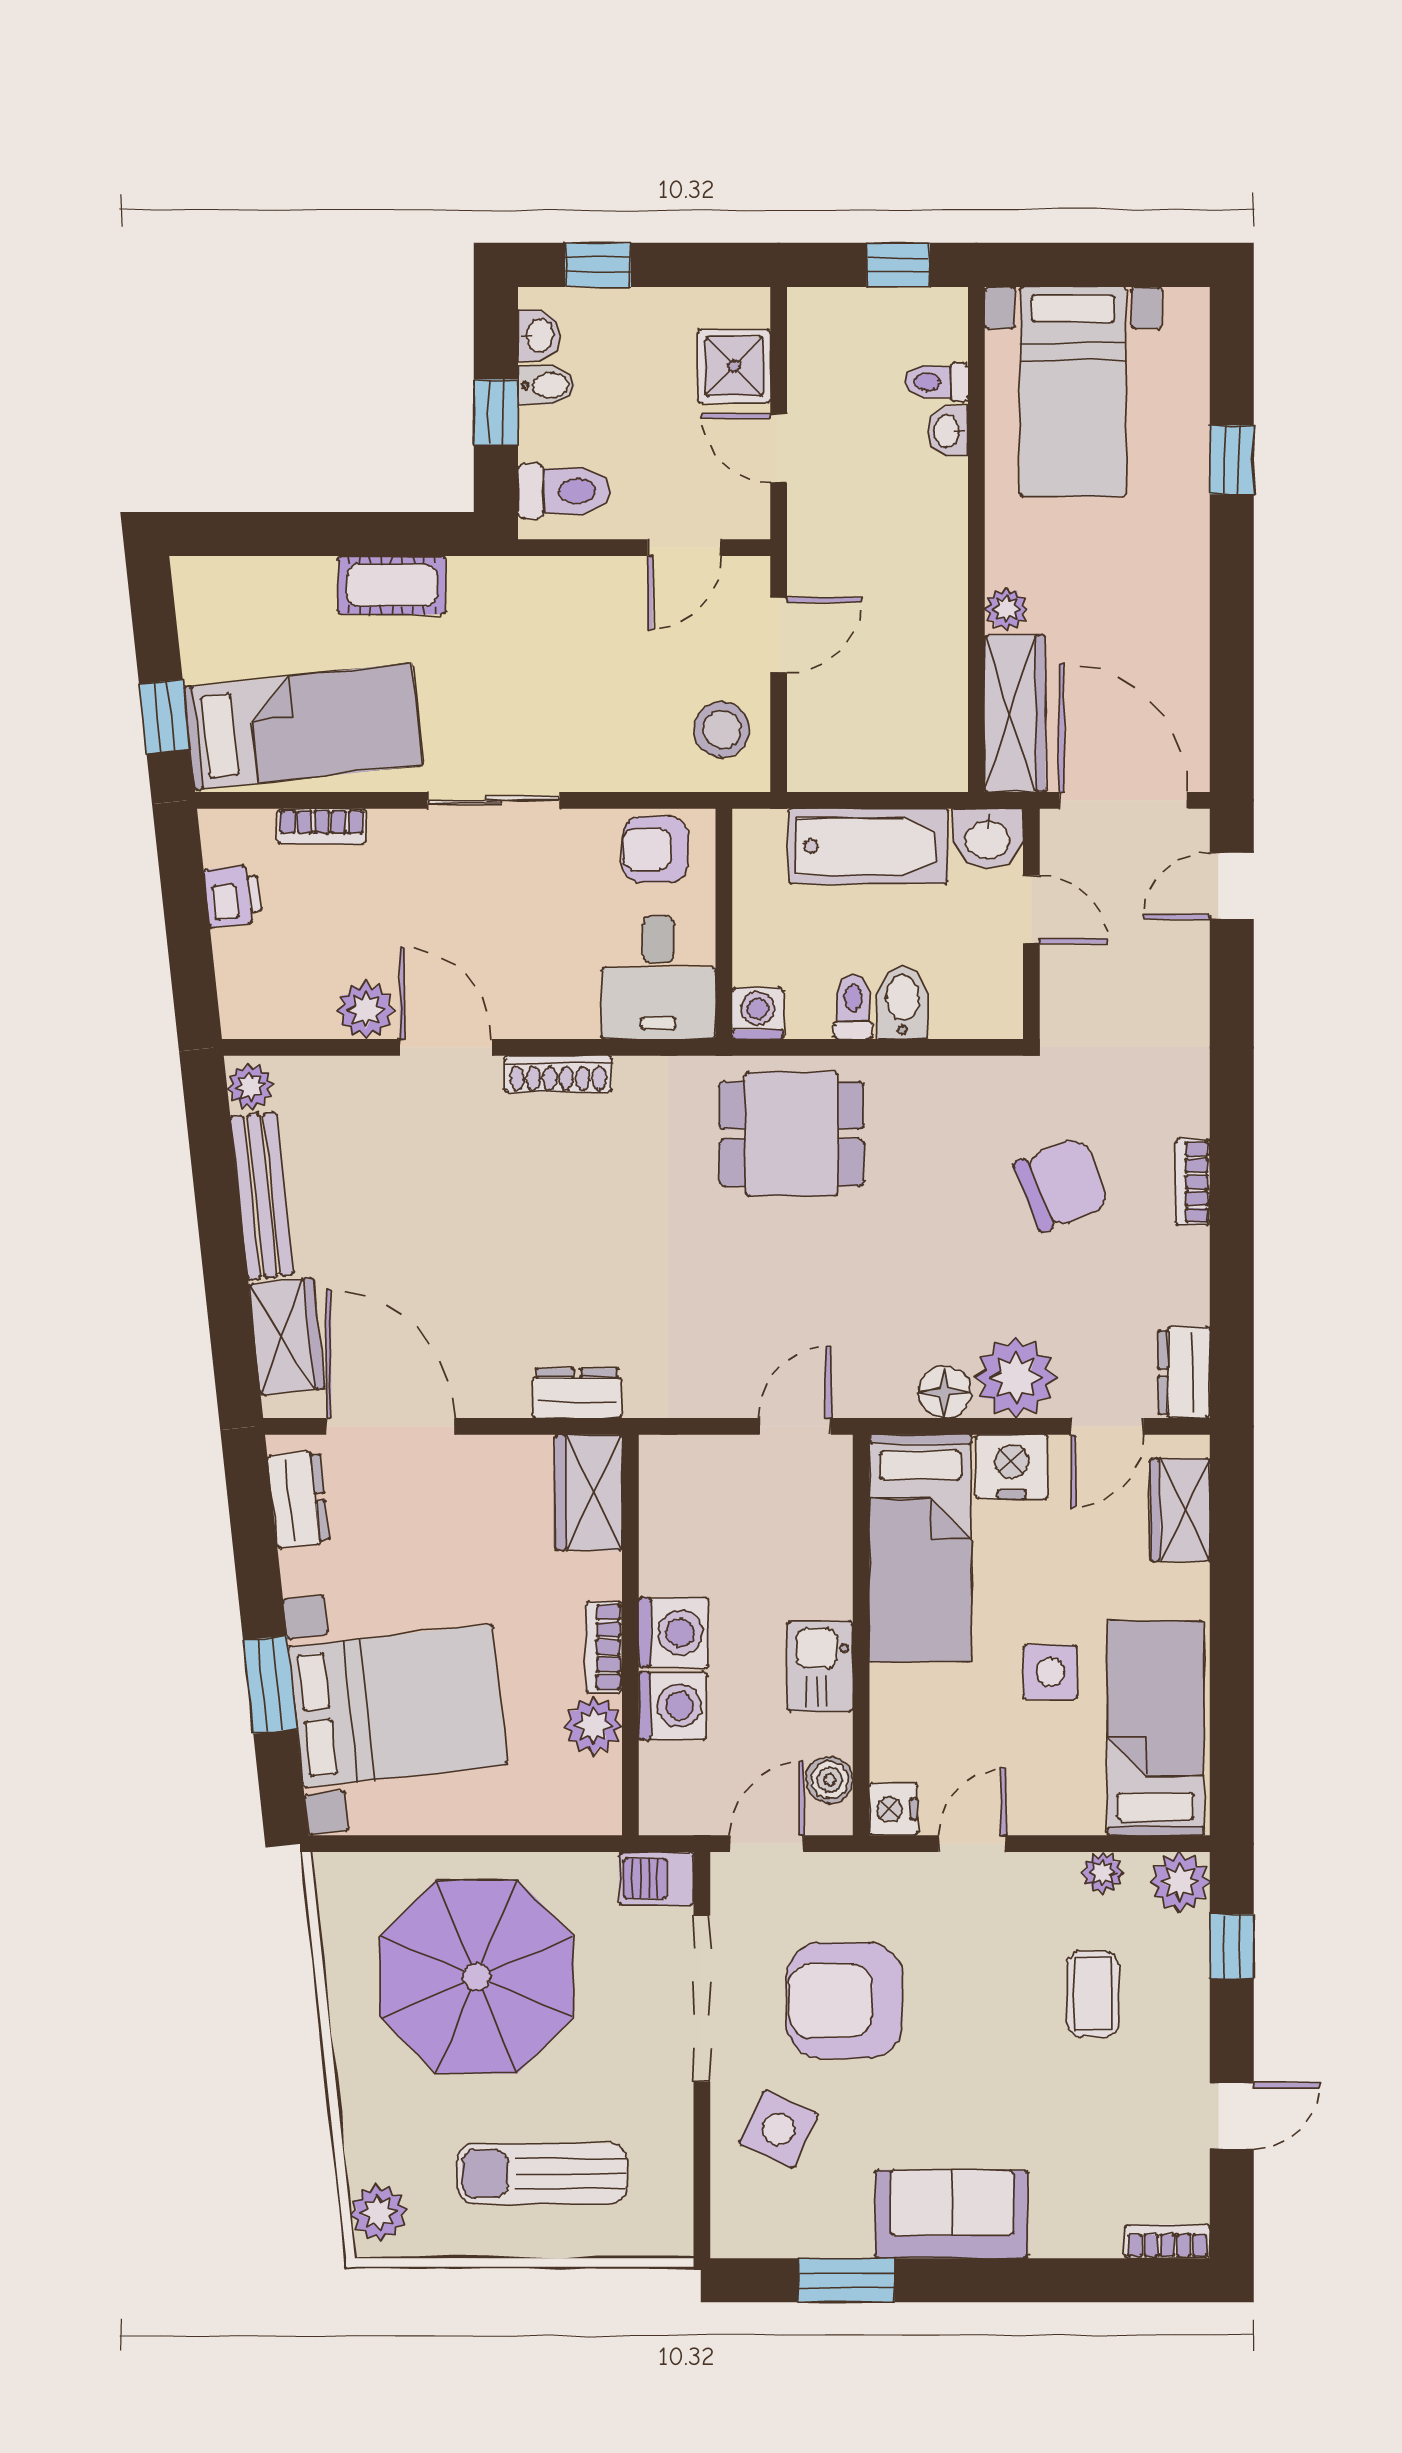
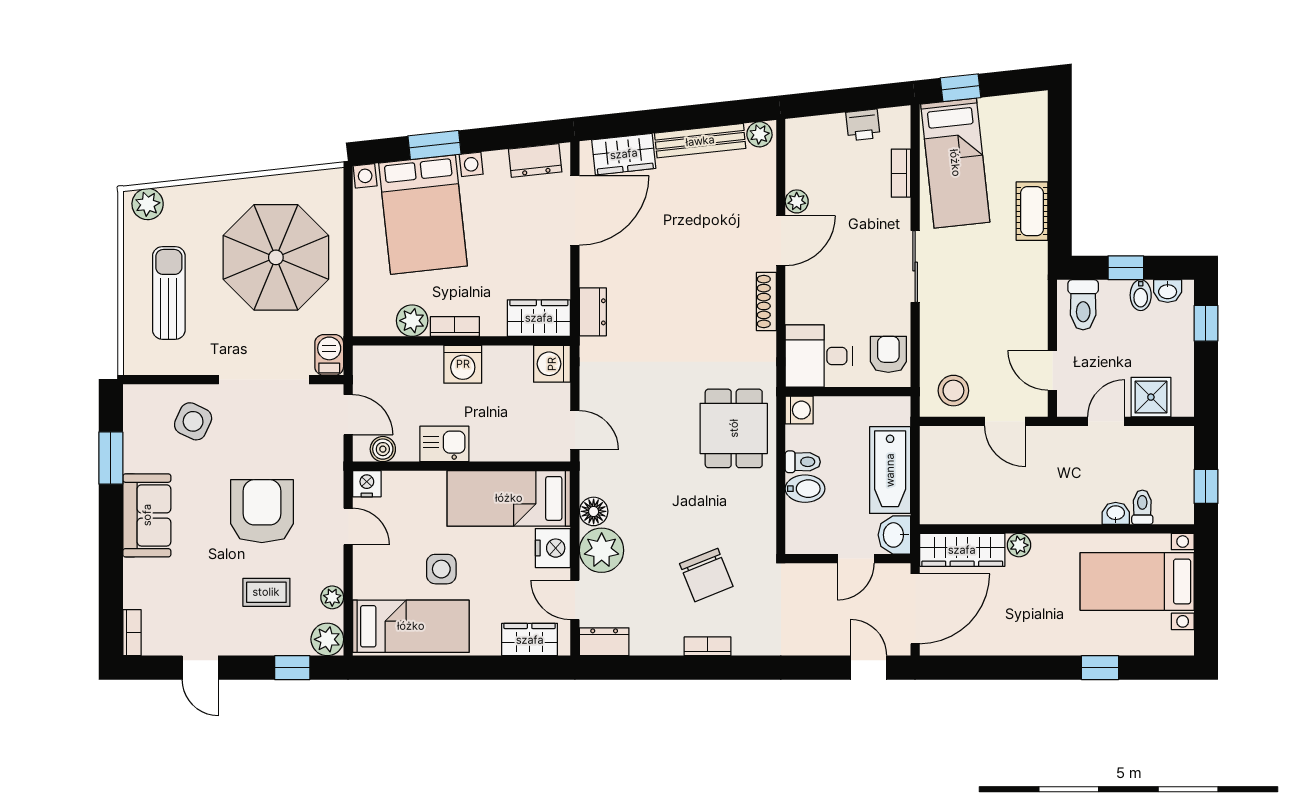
plant: (366, 1010) -> (797, 201), width x0.73, depth x0.73
washing machine: (673, 1706) -> (552, 364), moved, turned 90
armchair: (845, 2000) -> (262, 511), moved

